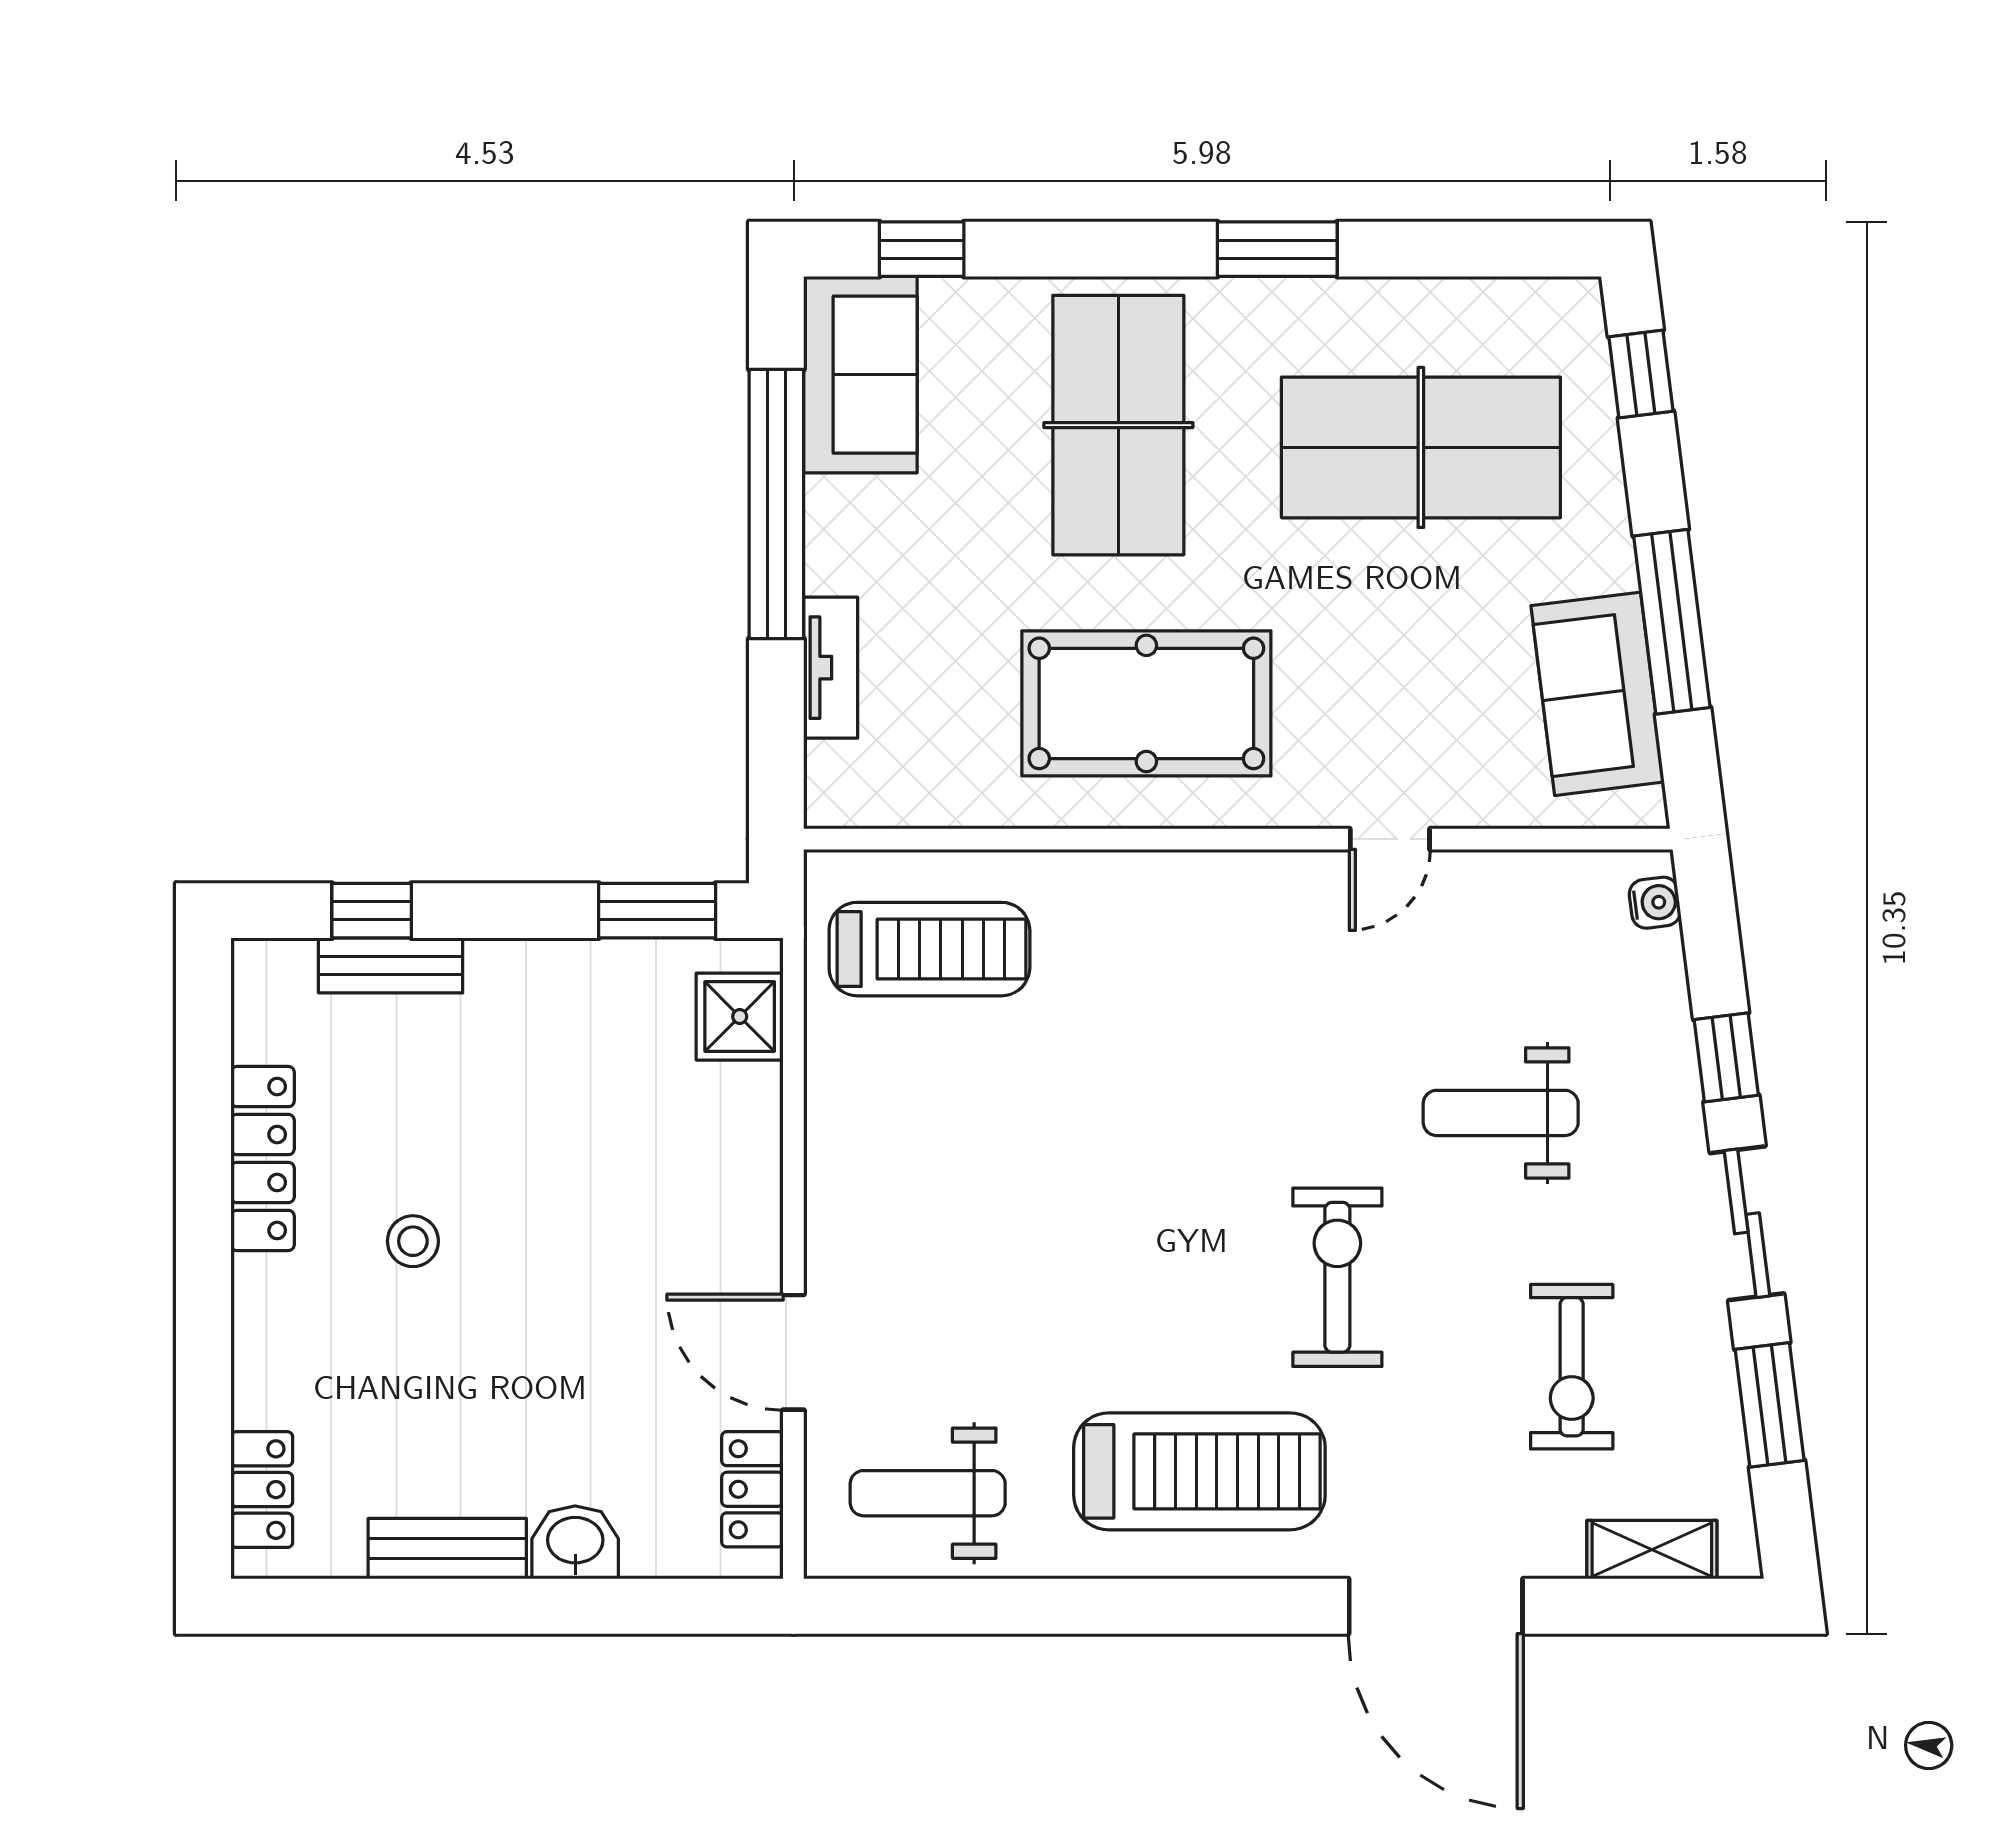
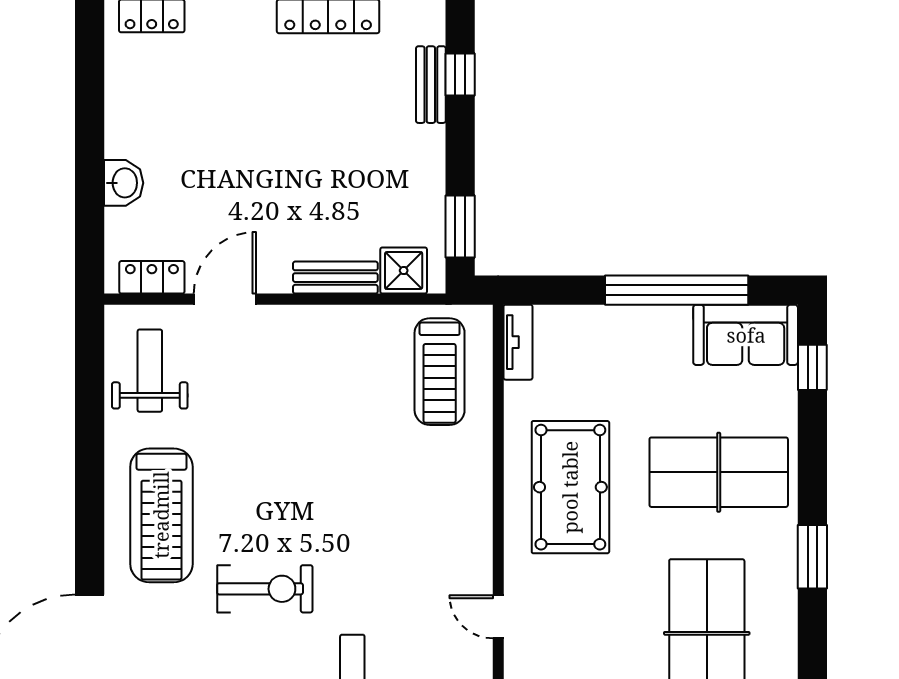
tv unit: (831, 668) -> (518, 342), moved, turned -90
stool: (413, 1241) -> (284, 96), removed
bench: (447, 1549) -> (335, 278), moved, turned 90

